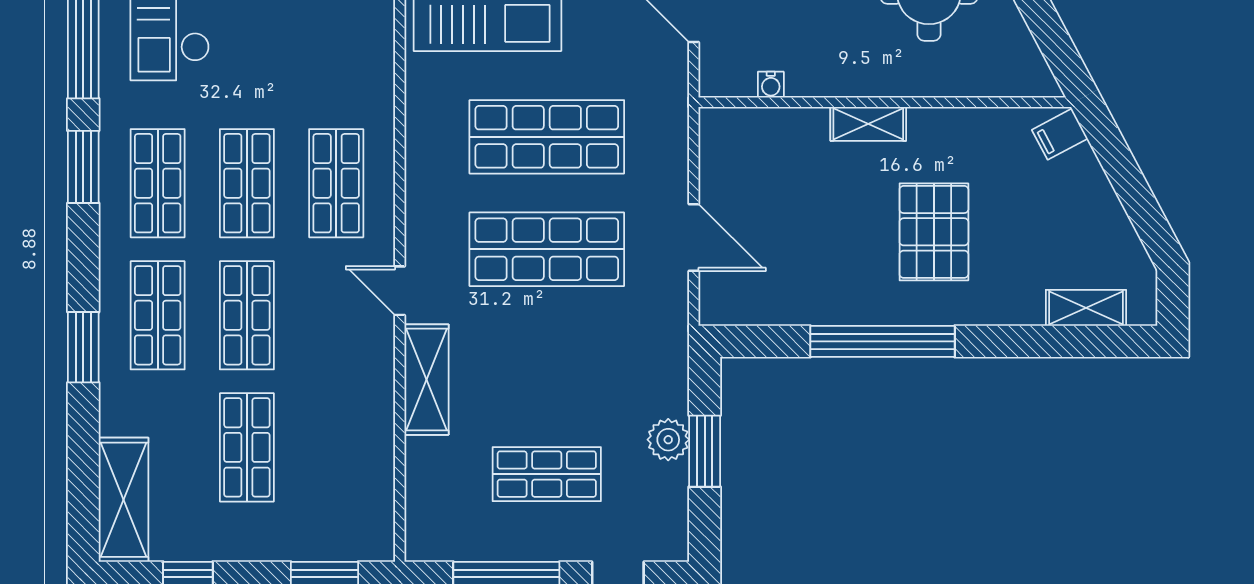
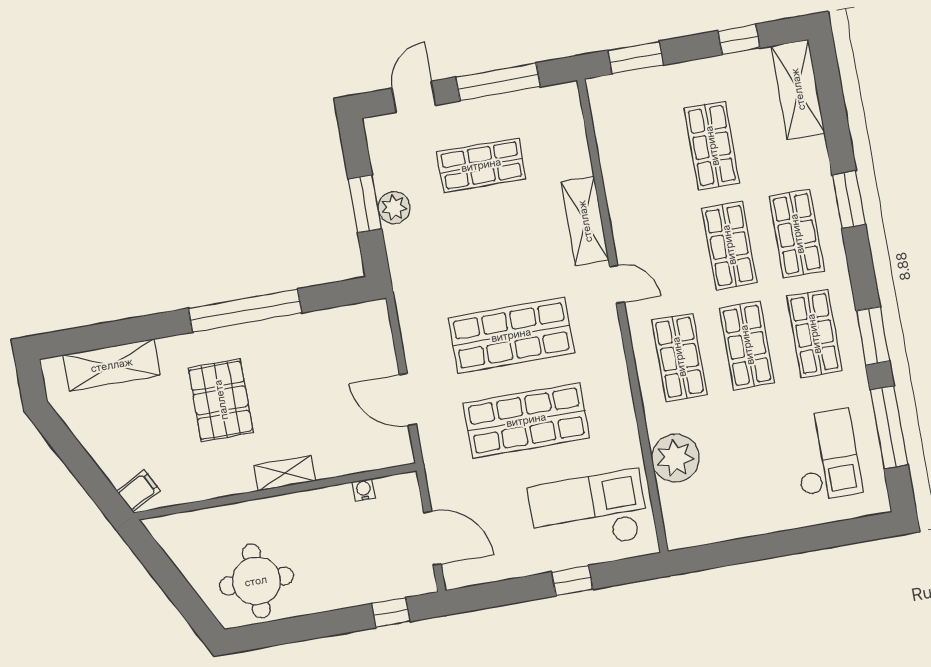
plant: (364, 55) -> (675, 458), added
door: (694, 238) -> (408, 400), moved
shelving: (1086, 308) -> (112, 365), width x1.50, depth x1.33

